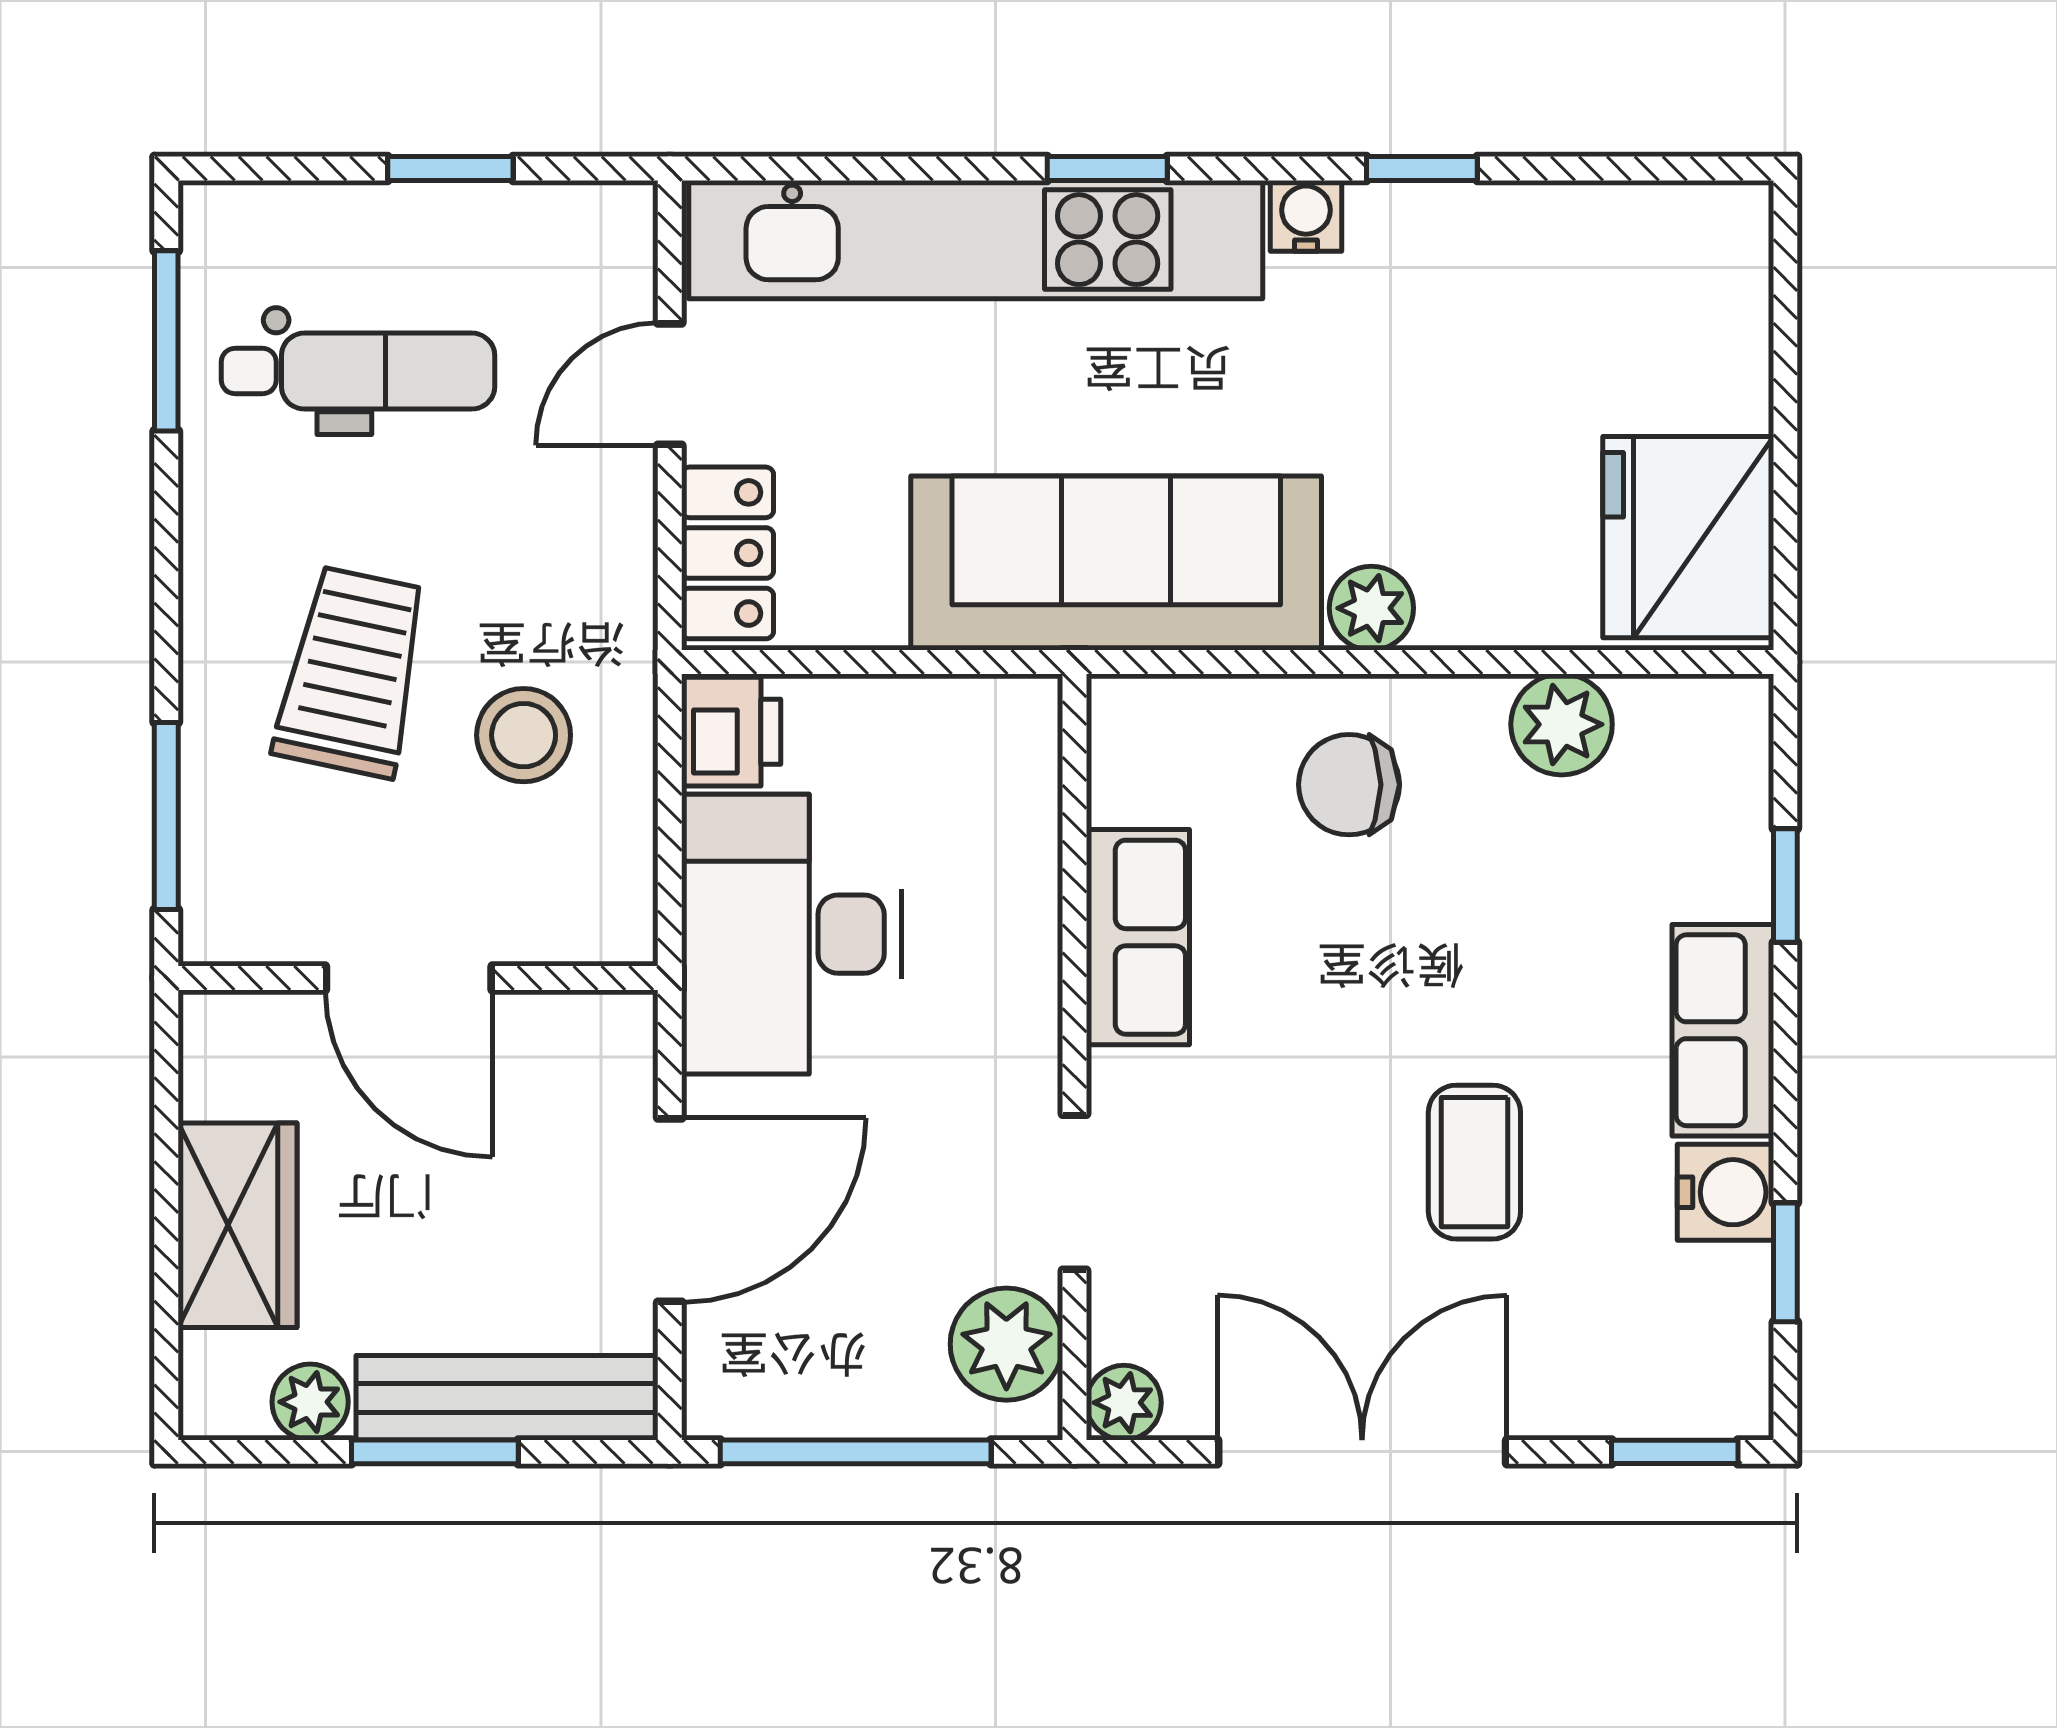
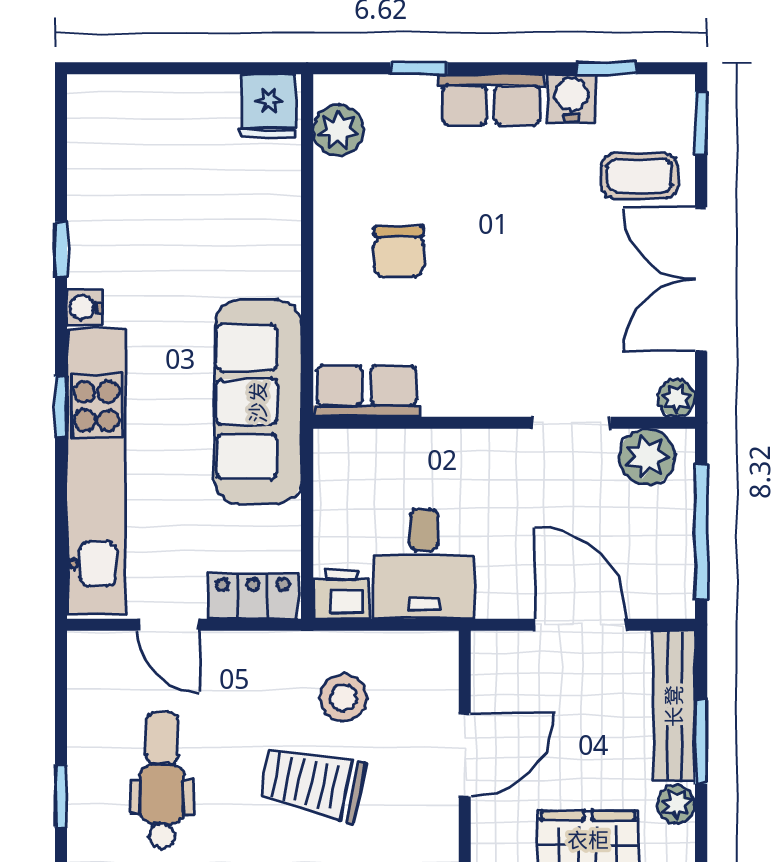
window: (450, 168) -> (61, 796), moved
fridge: (1688, 537) -> (268, 106), width x0.53, depth x0.75
plant: (1371, 608) -> (280, 275), removed
plant: (1562, 724) -> (338, 130), moved
chair: (1349, 785) -> (399, 252), moved
desk: (792, 934) -> (424, 564), width x0.73
row of seats: (1138, 937) -> (367, 391), moved
coffee table: (1474, 1162) -> (639, 176), moved

